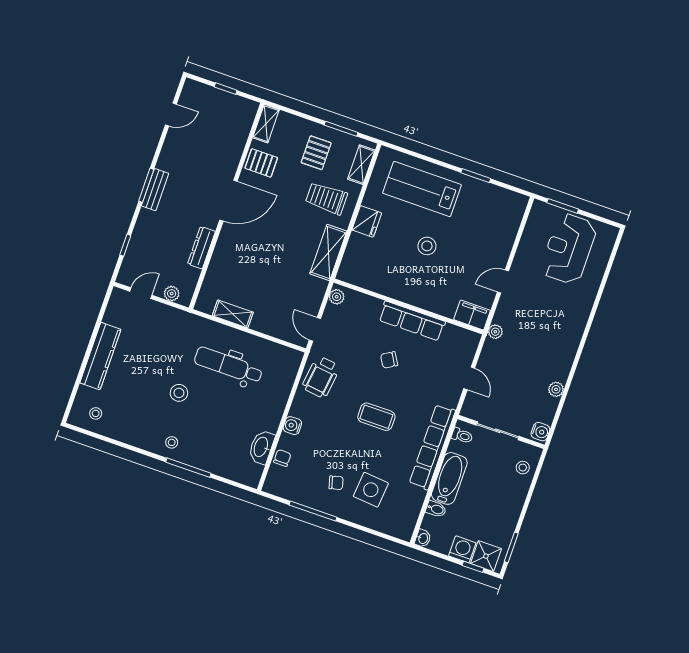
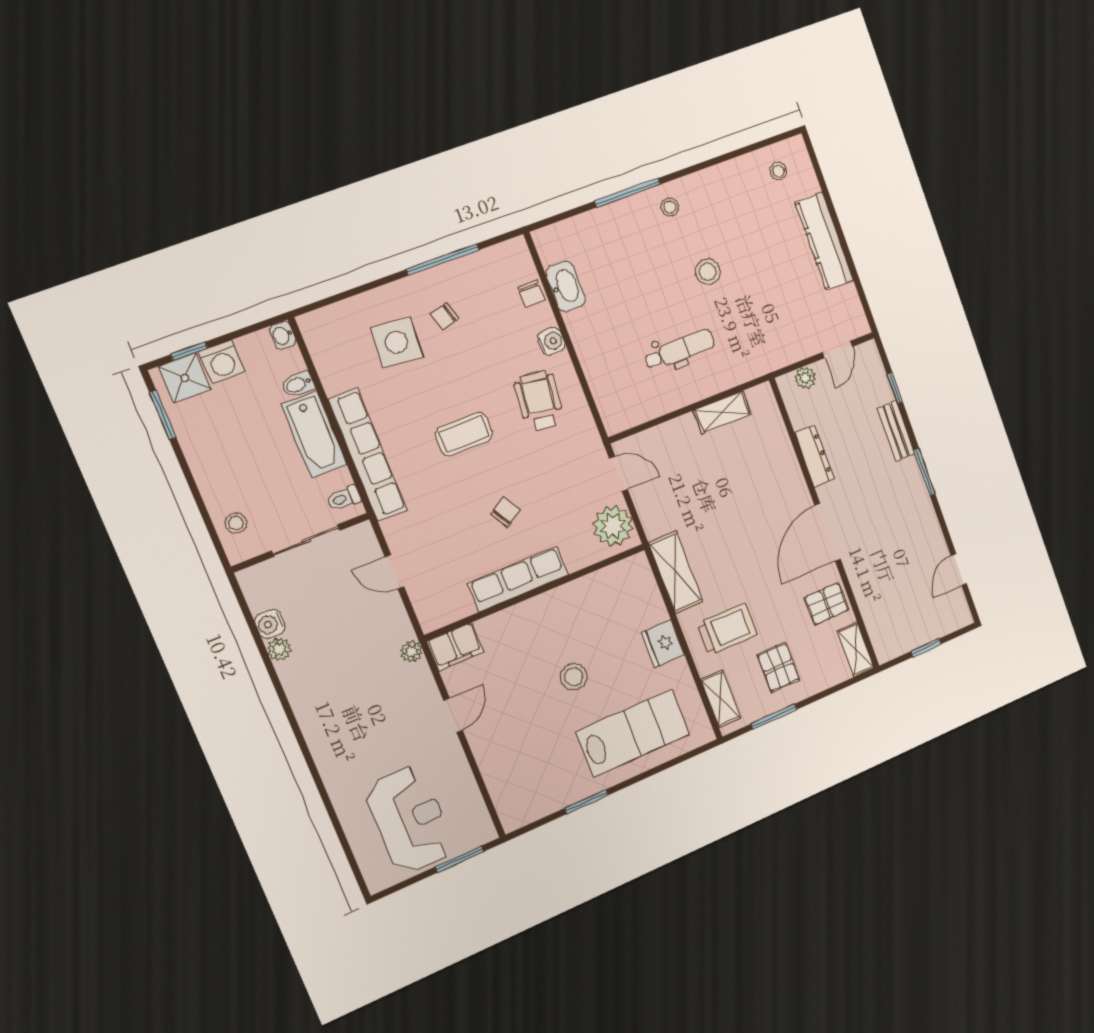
bench: (155, 190) -> (896, 431), moved
plant: (337, 297) -> (613, 526), width x1.87, depth x1.87
dental chair: (228, 365) -> (680, 350), width x0.73, depth x0.72
wheelchair: (321, 377) -> (539, 401), moved
water cooler: (540, 432) -> (270, 624), moved

